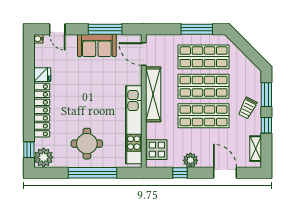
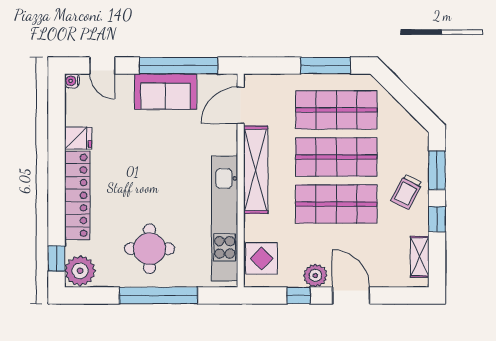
window: (105, 29) -> (179, 66), width x1.46
door: (144, 54) -> (241, 105), hinge flipped
door: (225, 173) -> (351, 295), moved

